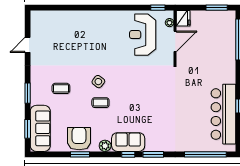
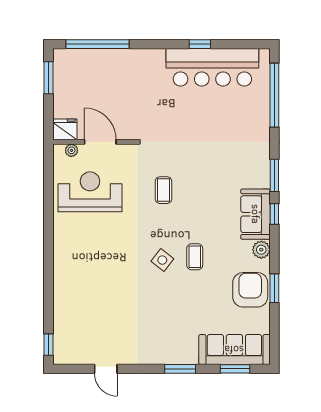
window: (158, 8) -> (48, 345), moved
reception desk: (143, 35) -> (90, 192), turned 180
coffee table: (61, 88) -> (164, 190), moved
armchair: (79, 139) -> (250, 290), turned 90

